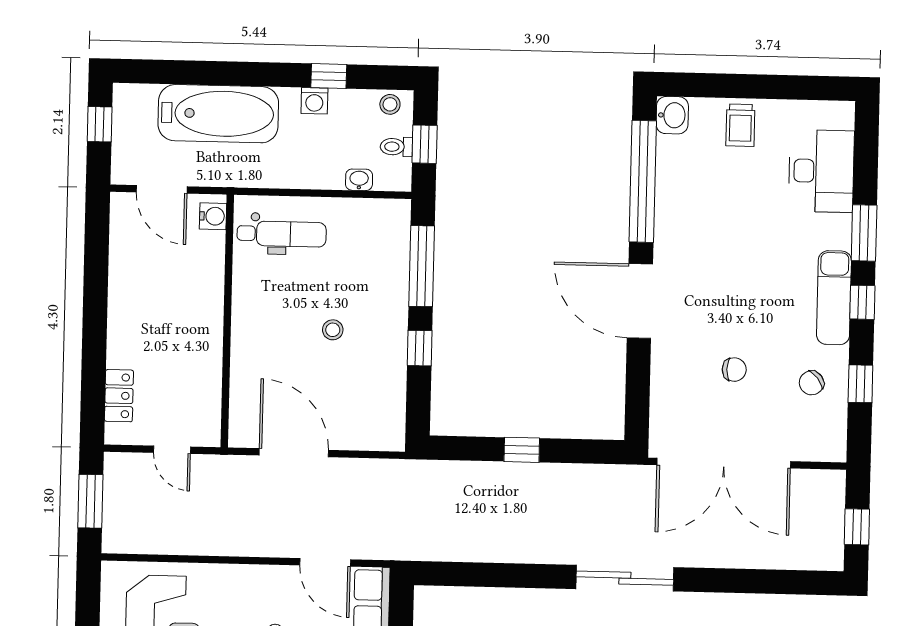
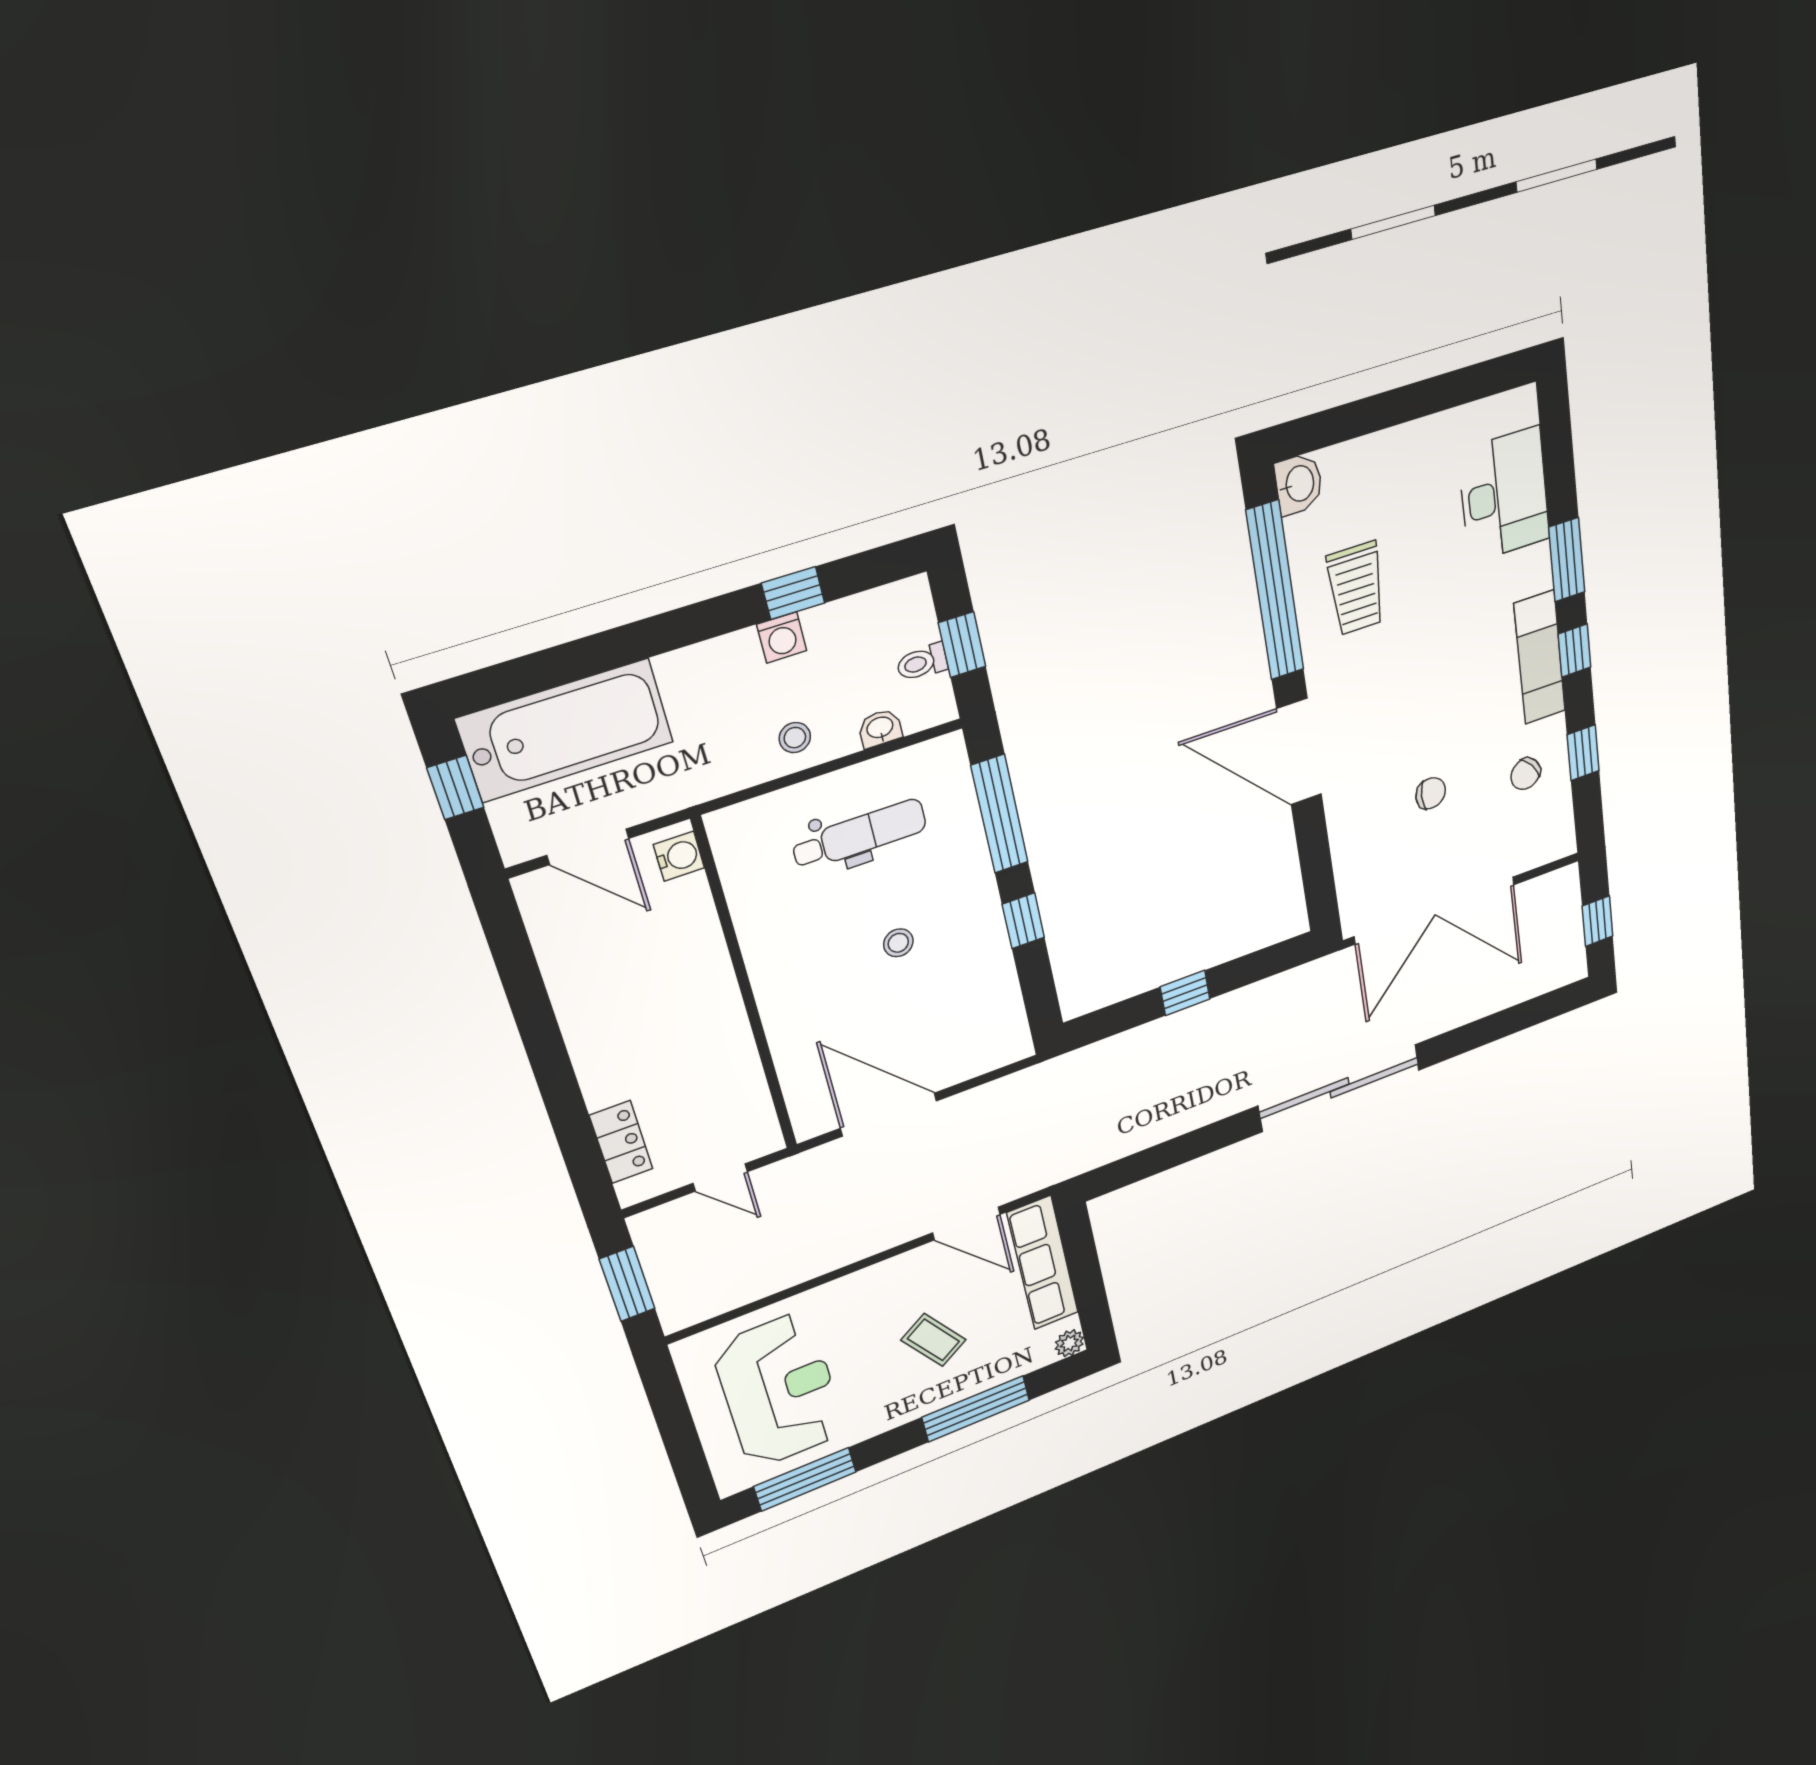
stool: (390, 104) -> (795, 738), moved
bathtub: (218, 114) -> (566, 730), moved
trolley: (740, 125) -> (1356, 588), moved, width x1.36, depth x1.39
dental chair: (282, 234) -> (860, 835), moved
sliding door: (625, 578) -> (1339, 1088), width x1.36

